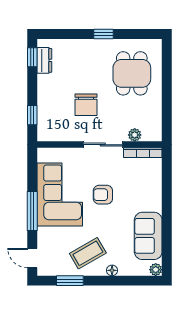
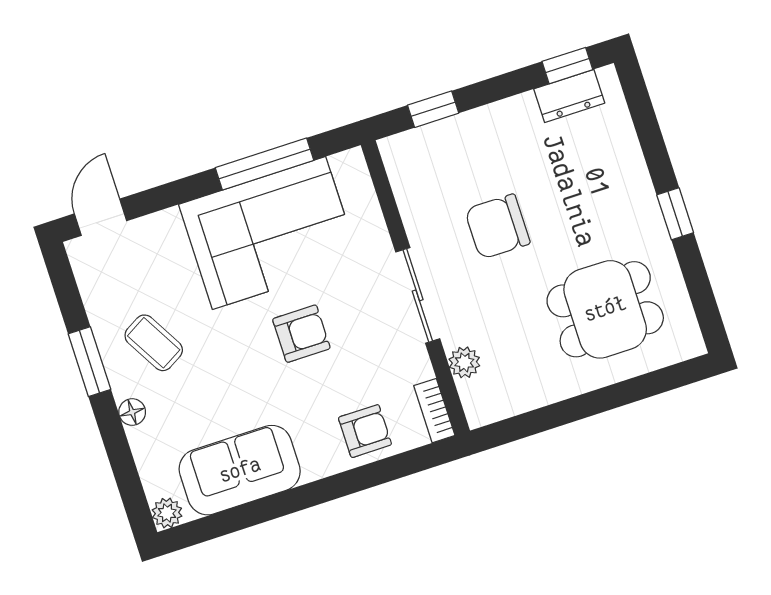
bookcase: (143, 153) -> (434, 411), width x0.64
armchair: (149, 182) -> (365, 431), added
armchair: (103, 195) -> (301, 334), turned 90
window: (32, 211) -> (265, 164), moved
coffee table: (88, 253) -> (154, 343), width x0.73, depth x0.77
window: (70, 281) -> (89, 362), moved

